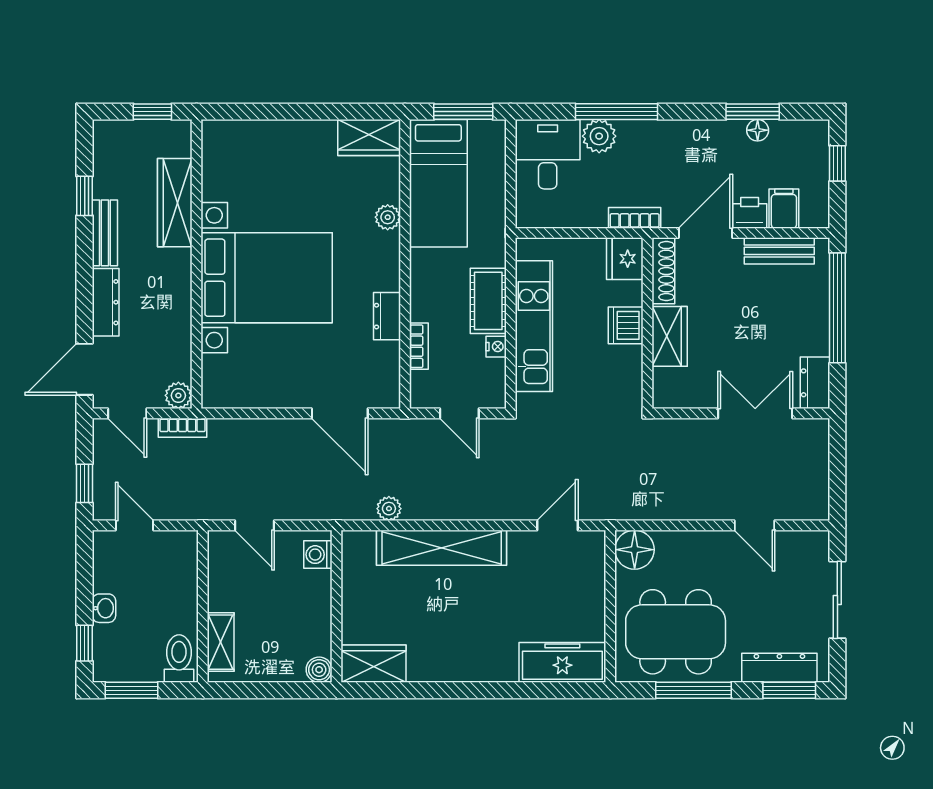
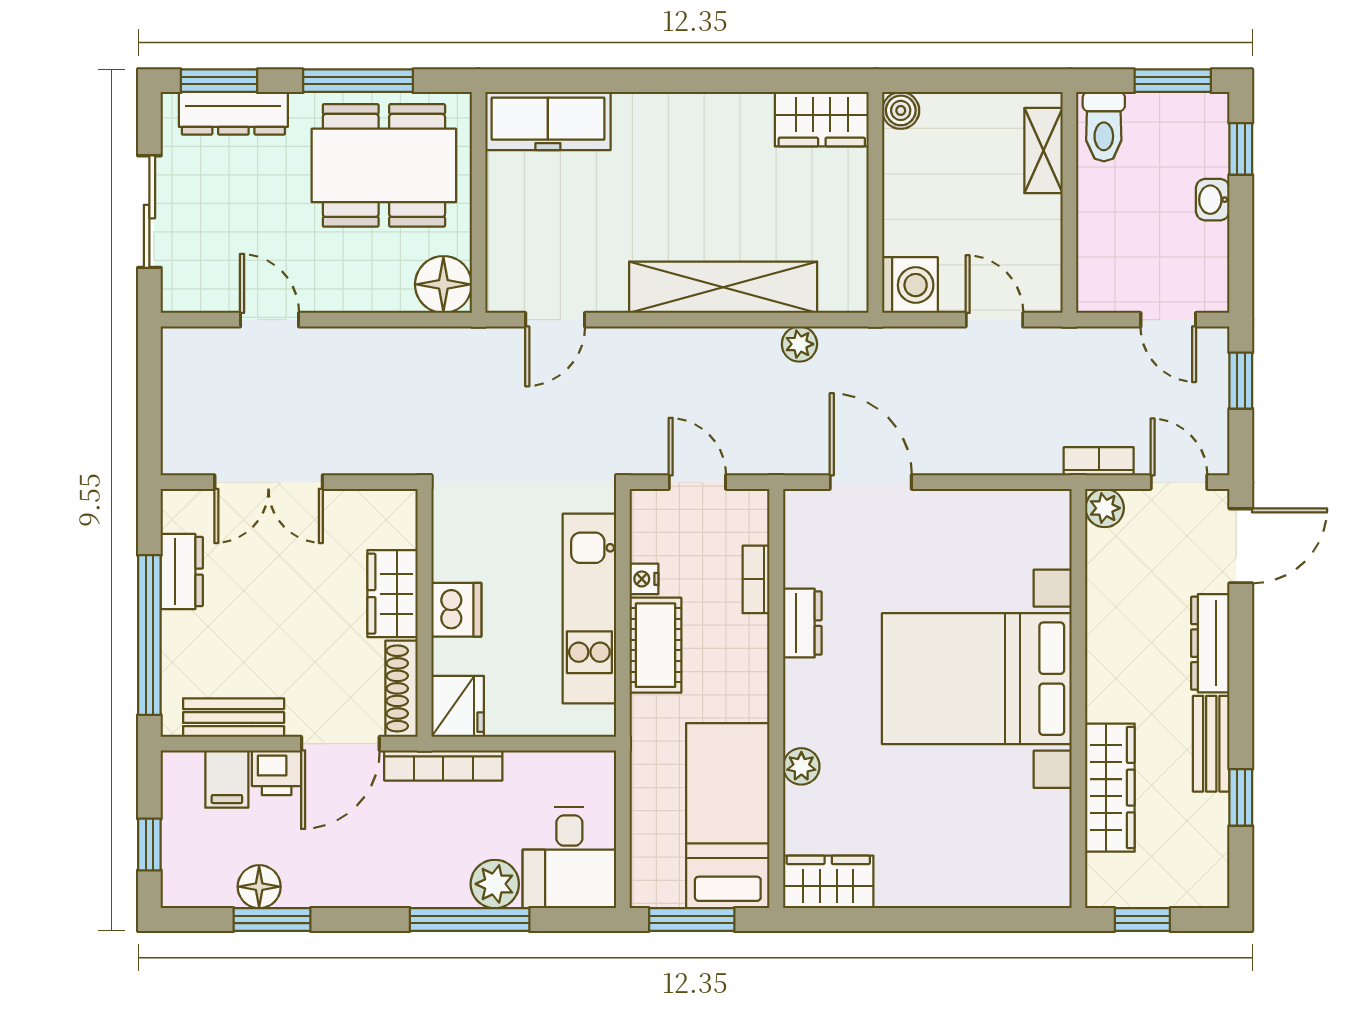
floor lamp: (758, 130) -> (259, 887), width x1.37, depth x1.37
bookcase: (635, 218) -> (443, 765), width x1.56
dresser: (815, 383) -> (182, 572), moved
washing machine: (318, 555) -> (910, 285), width x1.38, depth x1.38

